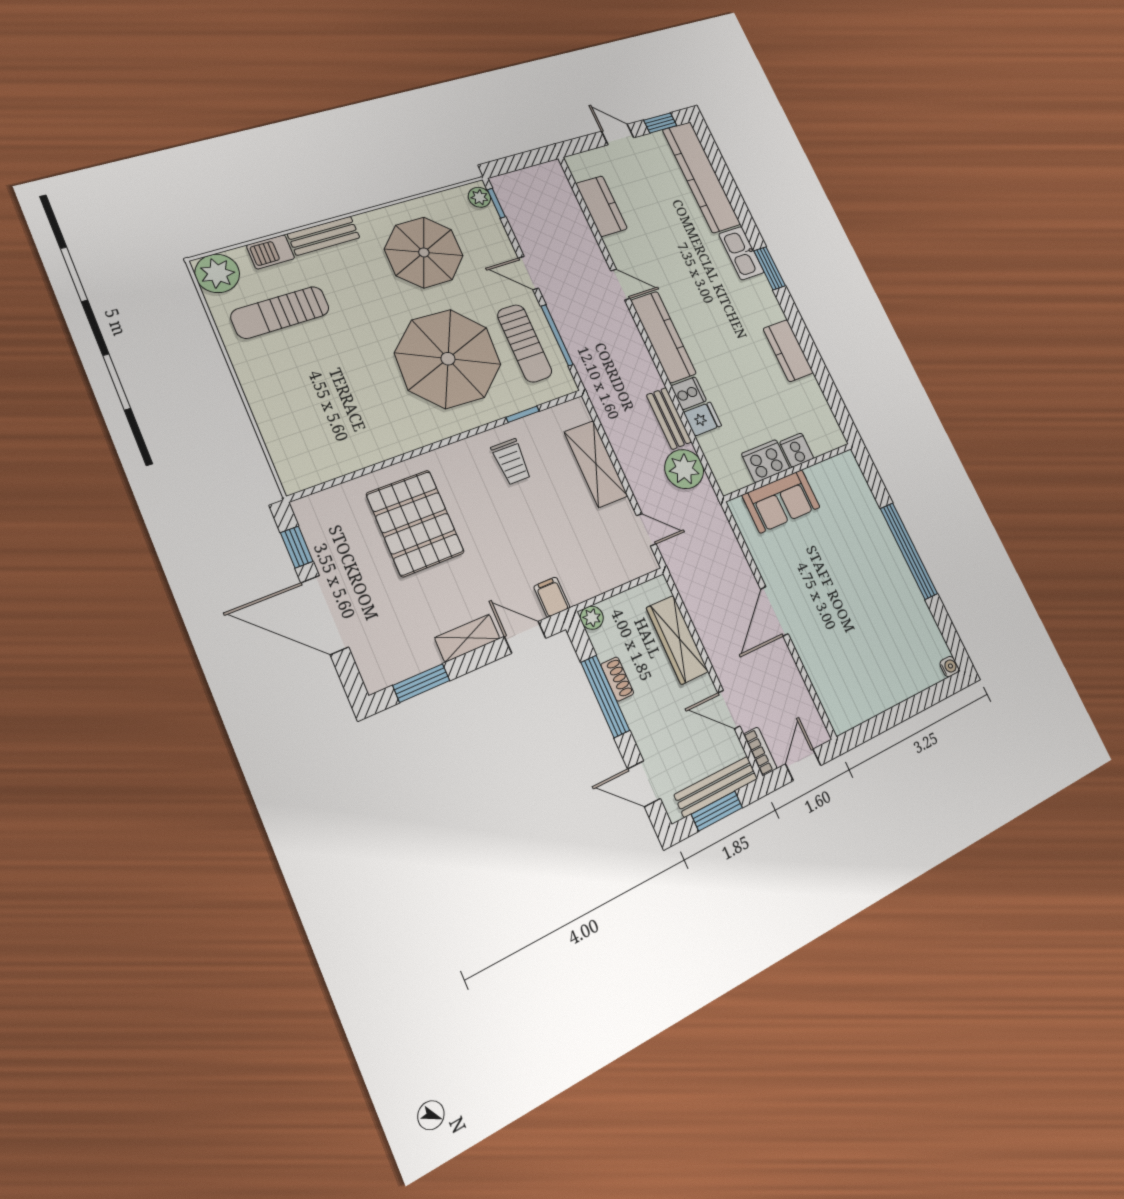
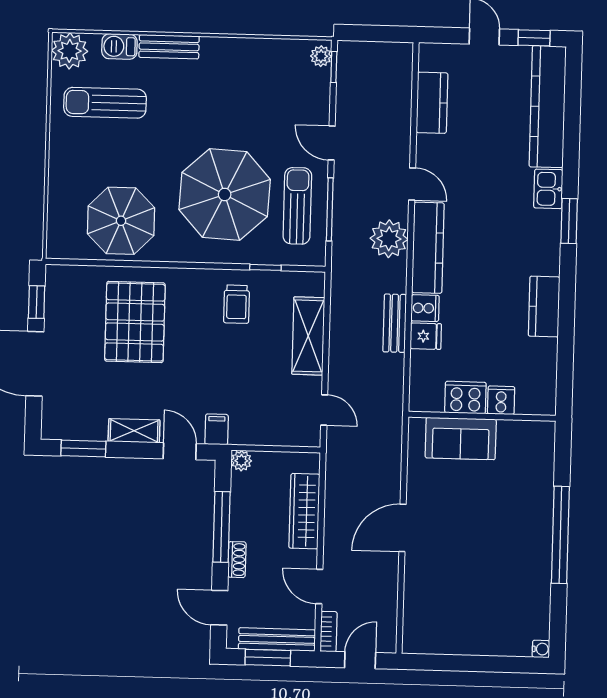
parasol: (424, 252) -> (121, 221), moved
kitchen sink: (741, 253) -> (548, 189), width x0.73
sun lounger: (525, 343) -> (297, 206), turned 180
plant: (684, 469) -> (389, 239), moved
shoe rack: (617, 679) -> (237, 560), moved

